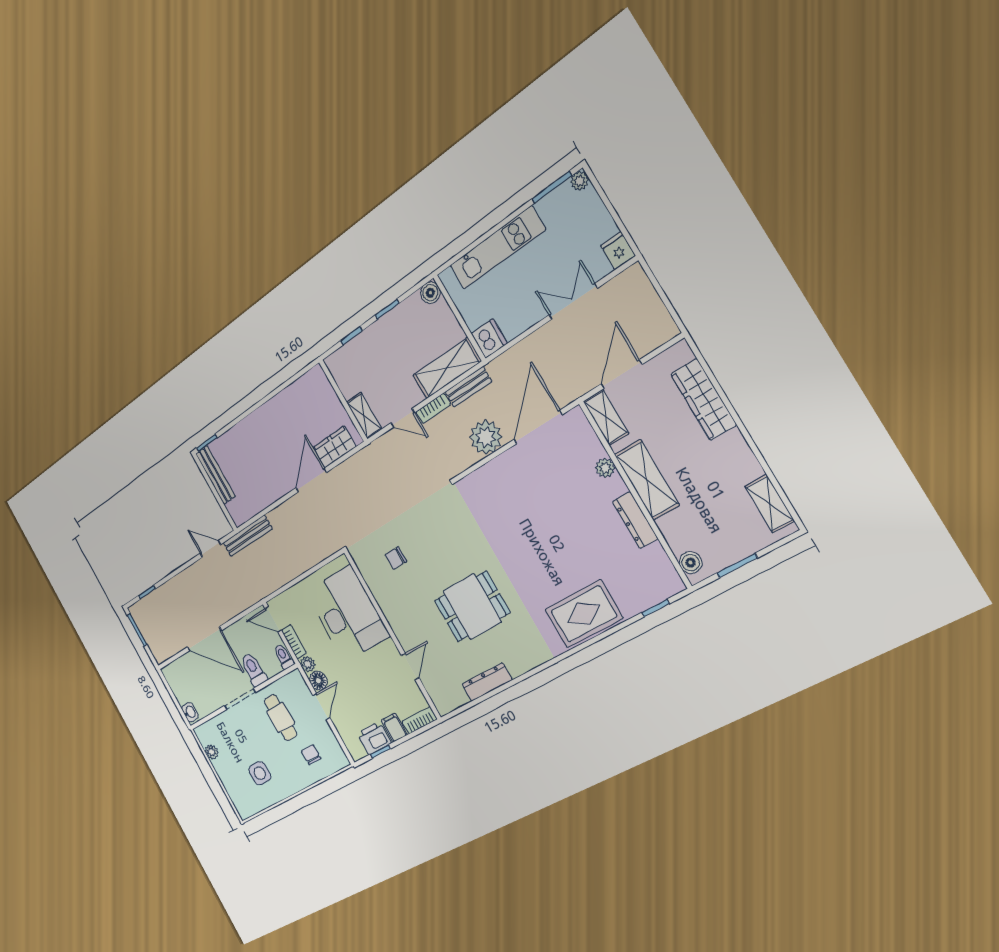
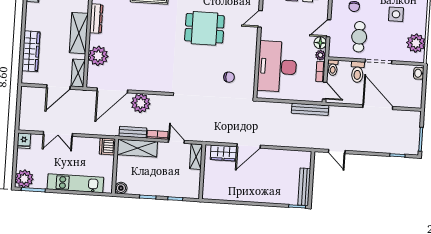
plant: (580, 181) -> (24, 179), width x1.88, depth x1.88
plant: (605, 468) -> (98, 56), width x1.87, depth x1.87
bench: (248, 536) -> (310, 109), moved
plant: (212, 752) -> (416, 43), width x1.87, depth x1.87

